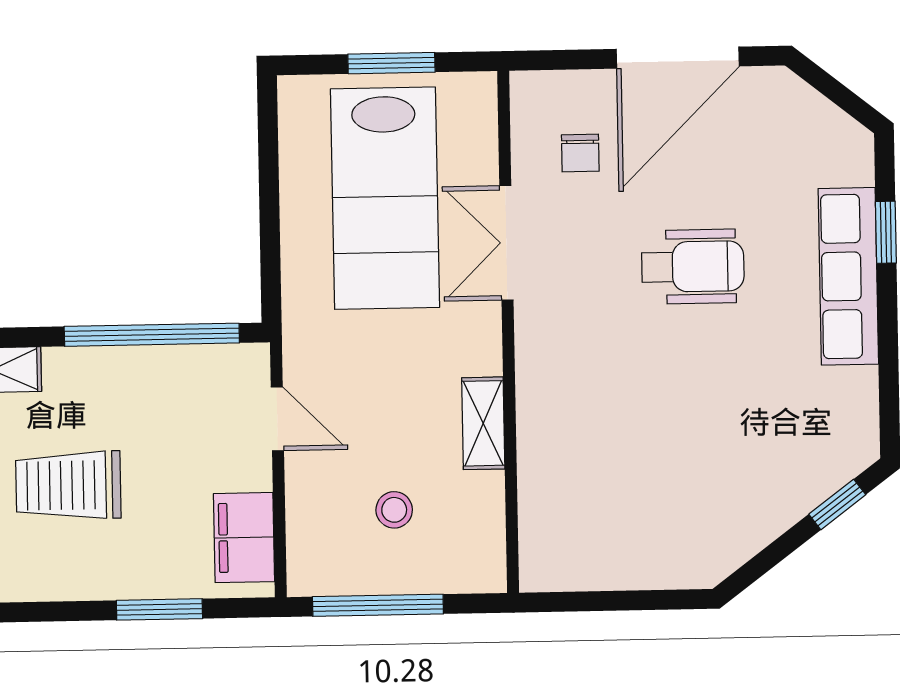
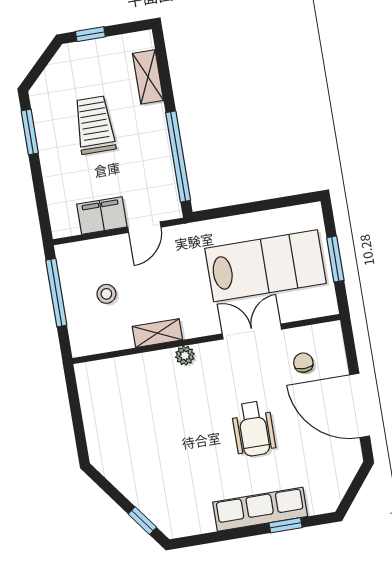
chair: (580, 153) -> (303, 363), turned 90
lab bench: (385, 198) -> (266, 266), turned 180
plant: (534, 377) -> (185, 356), added
filing cabinet: (244, 538) -> (102, 216), moved
window: (159, 609) -> (30, 132), moved

